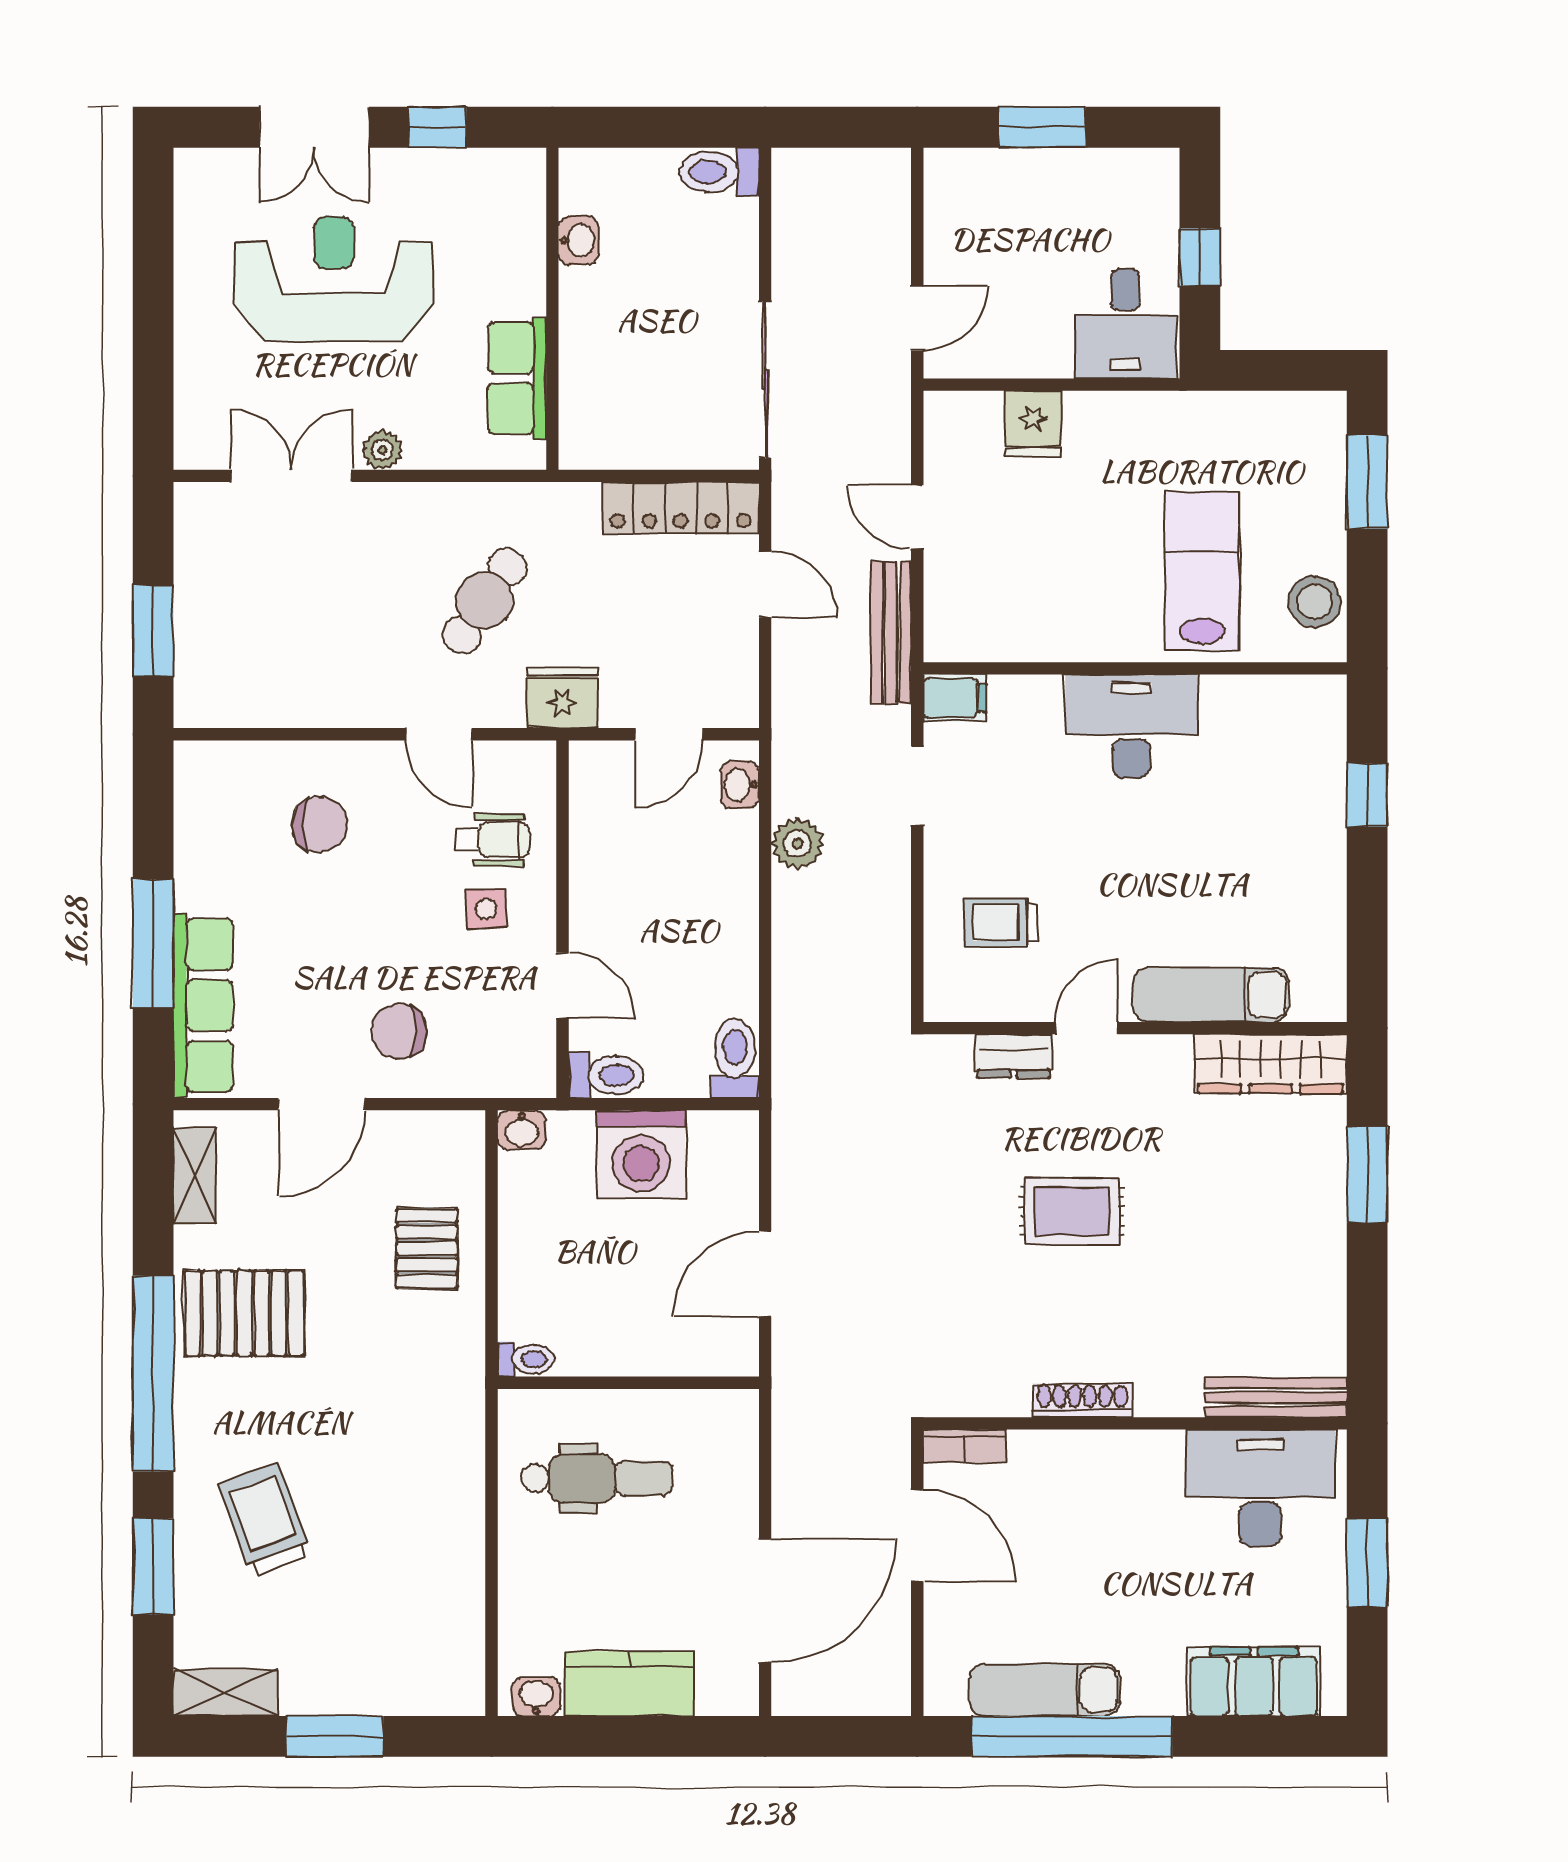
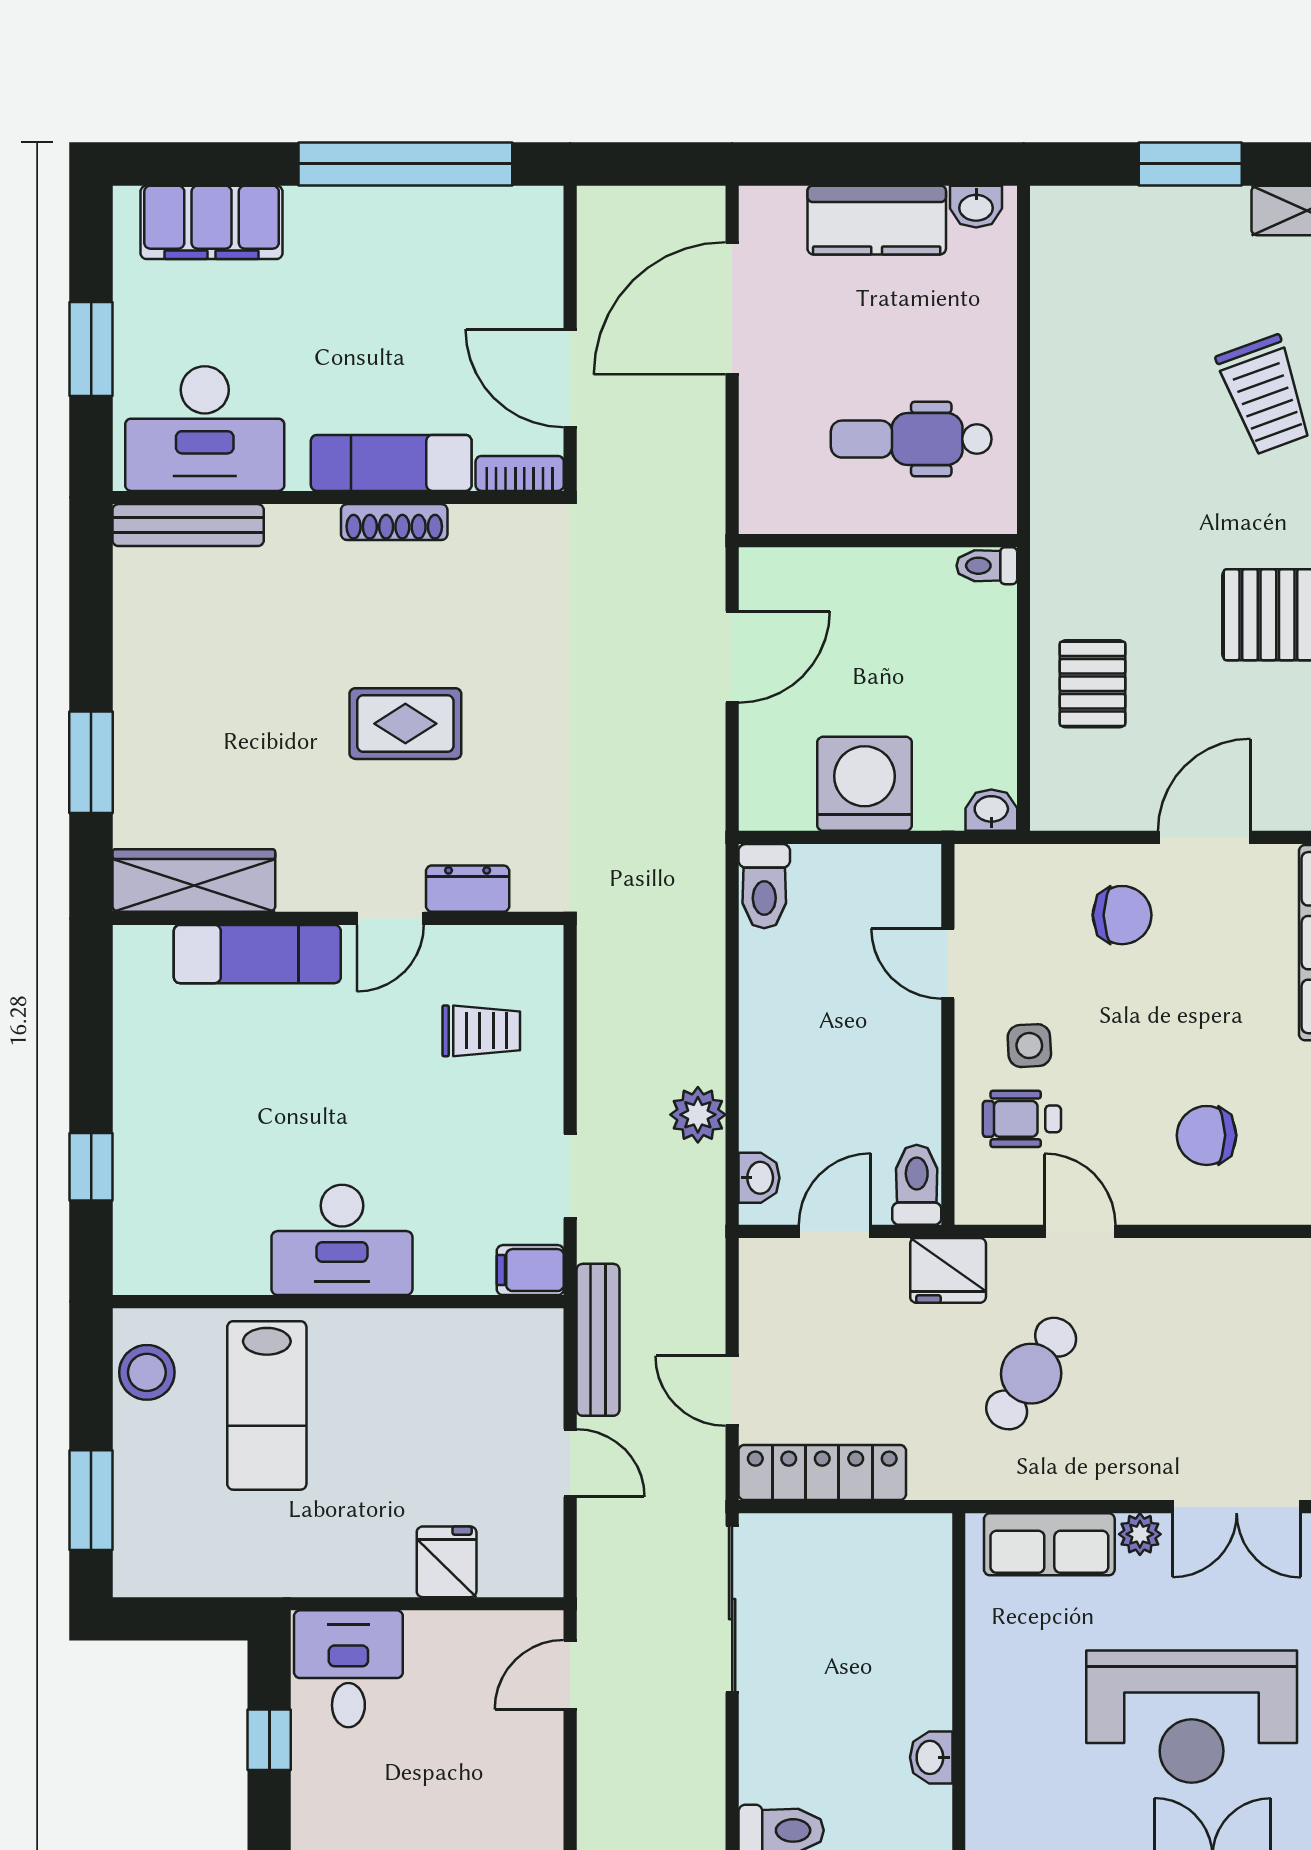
row of seats: (517, 378) -> (1049, 1544), moved, turned 90
toilet: (606, 1075) -> (917, 1185), moved, turned 90
exam couch: (1045, 1690) -> (391, 463), moved, turned 180

